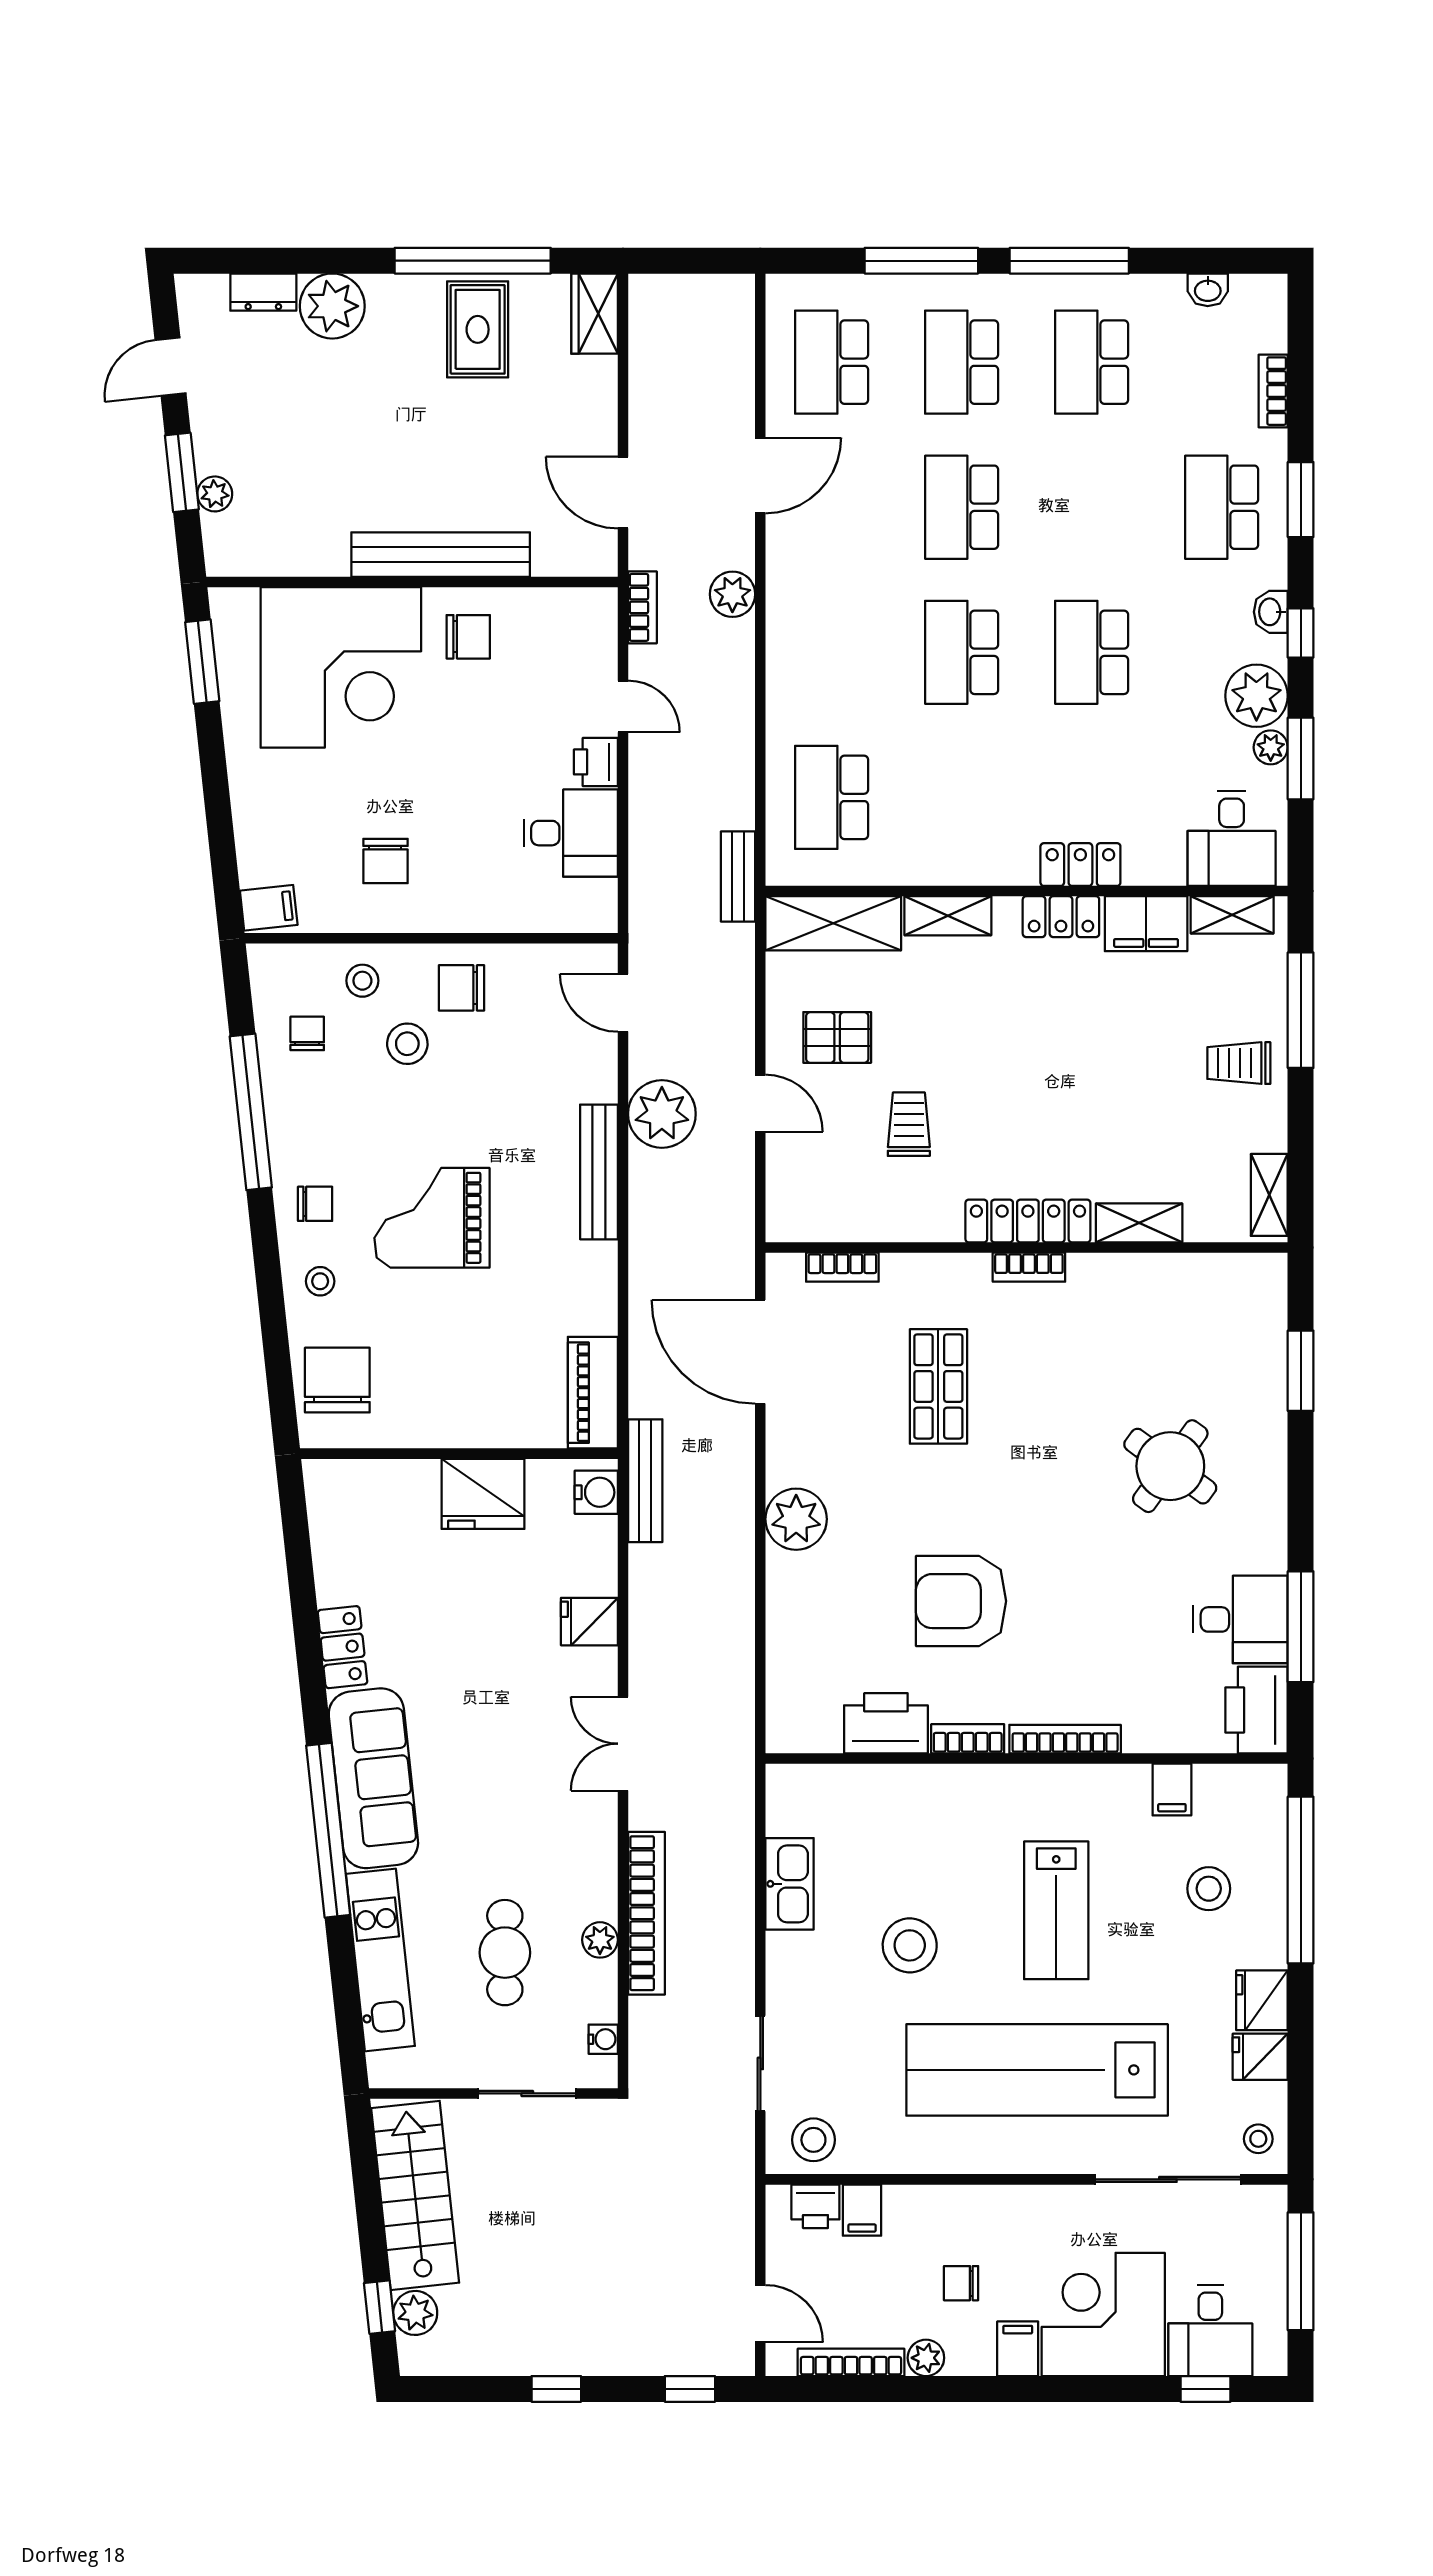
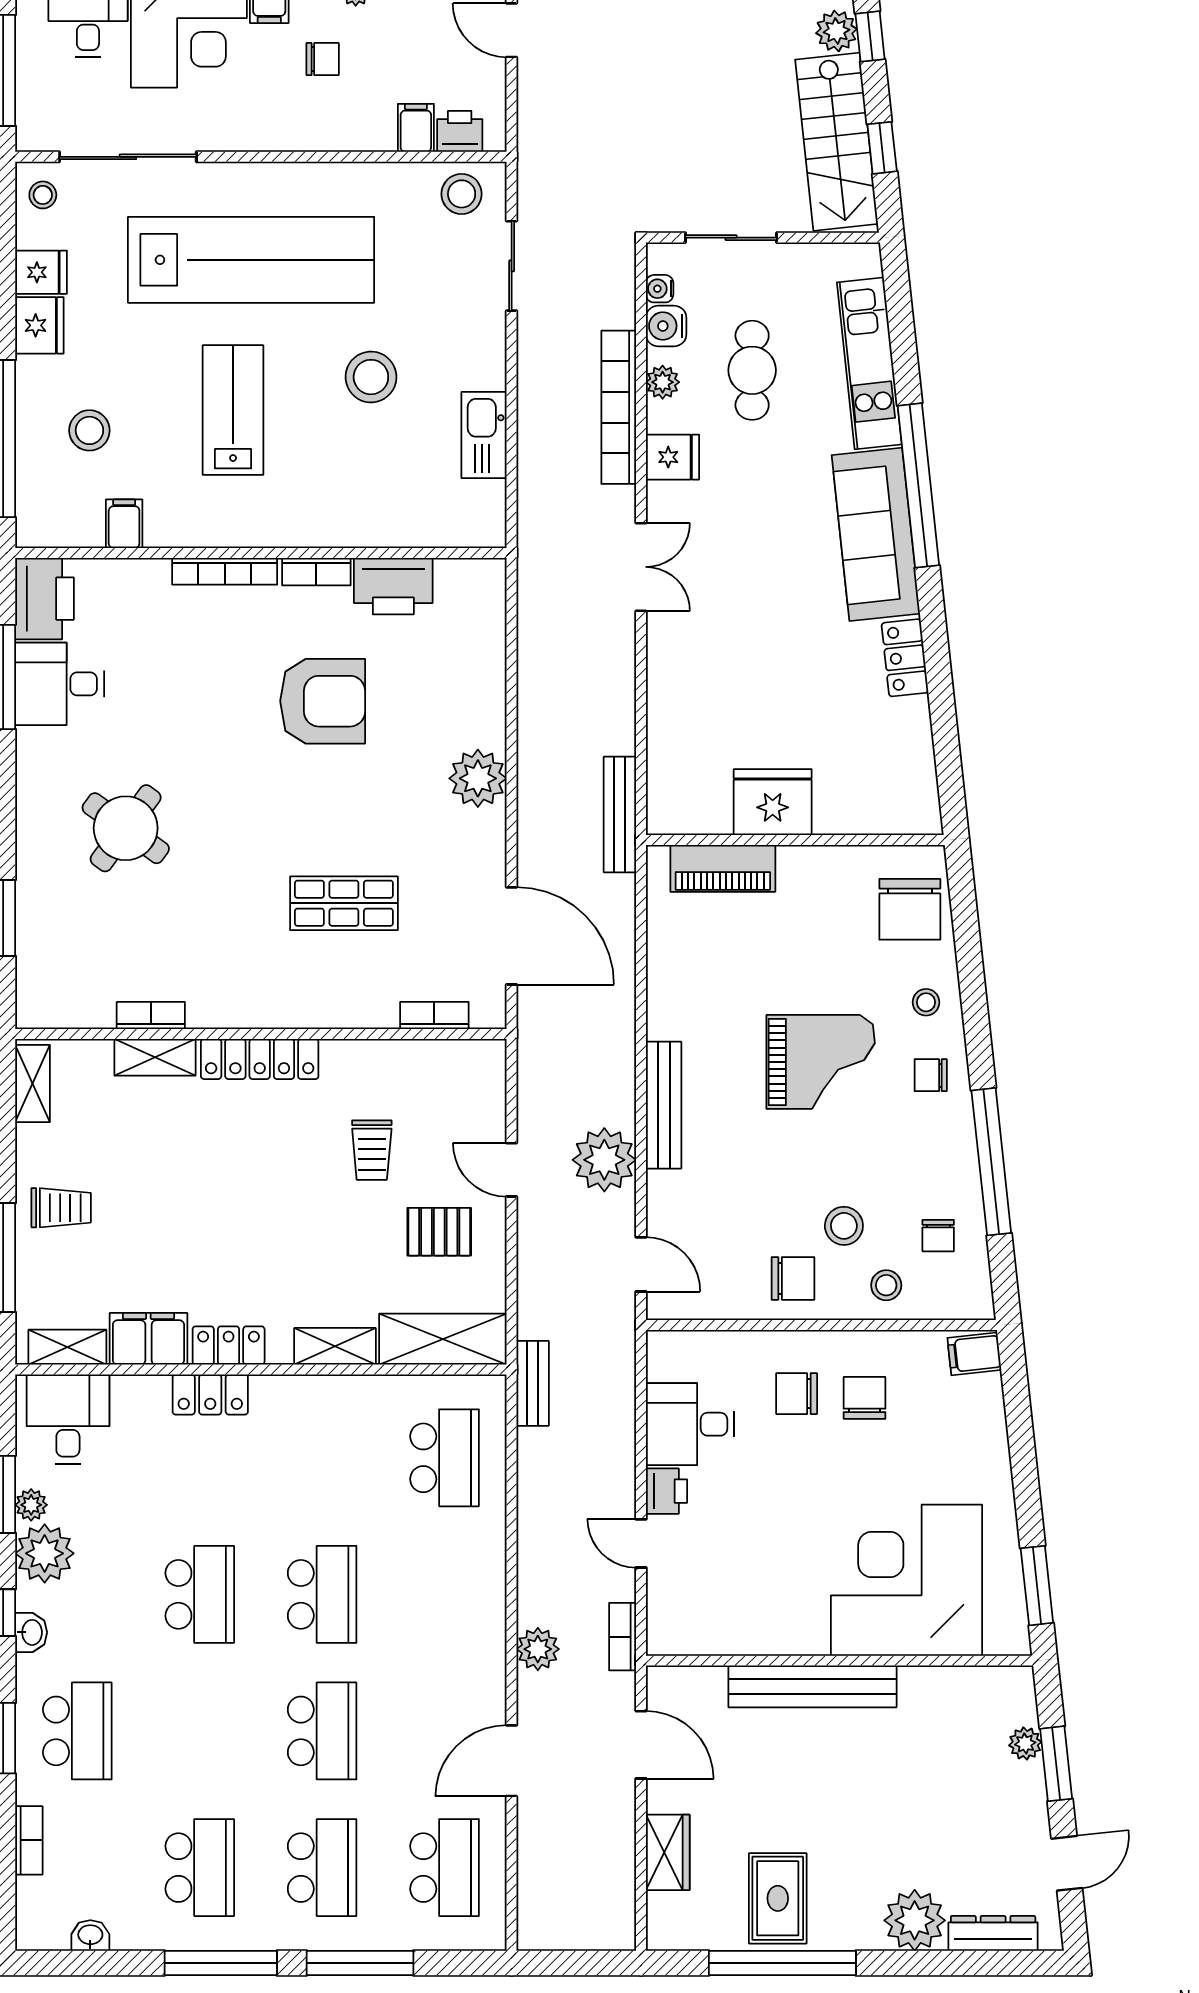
dresser: (263, 292) -> (993, 1933), width x1.44
wardrobe: (595, 314) -> (668, 1852), moved
chair: (468, 637) -> (797, 1394), moved
bookcase: (1029, 1267) -> (151, 1016), moved
shop shelf: (938, 1386) -> (344, 903), turned 90
piano: (593, 1393) -> (723, 868), moved, turned 90
water cooler: (596, 1492) -> (666, 326), moved
fridge: (589, 1622) -> (673, 457), moved
window: (367, 2189) -> (882, 148), added

